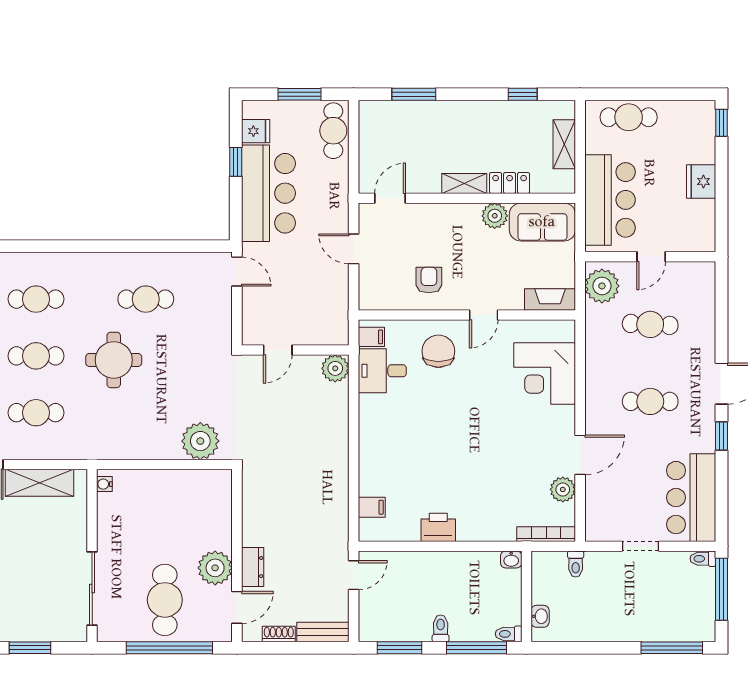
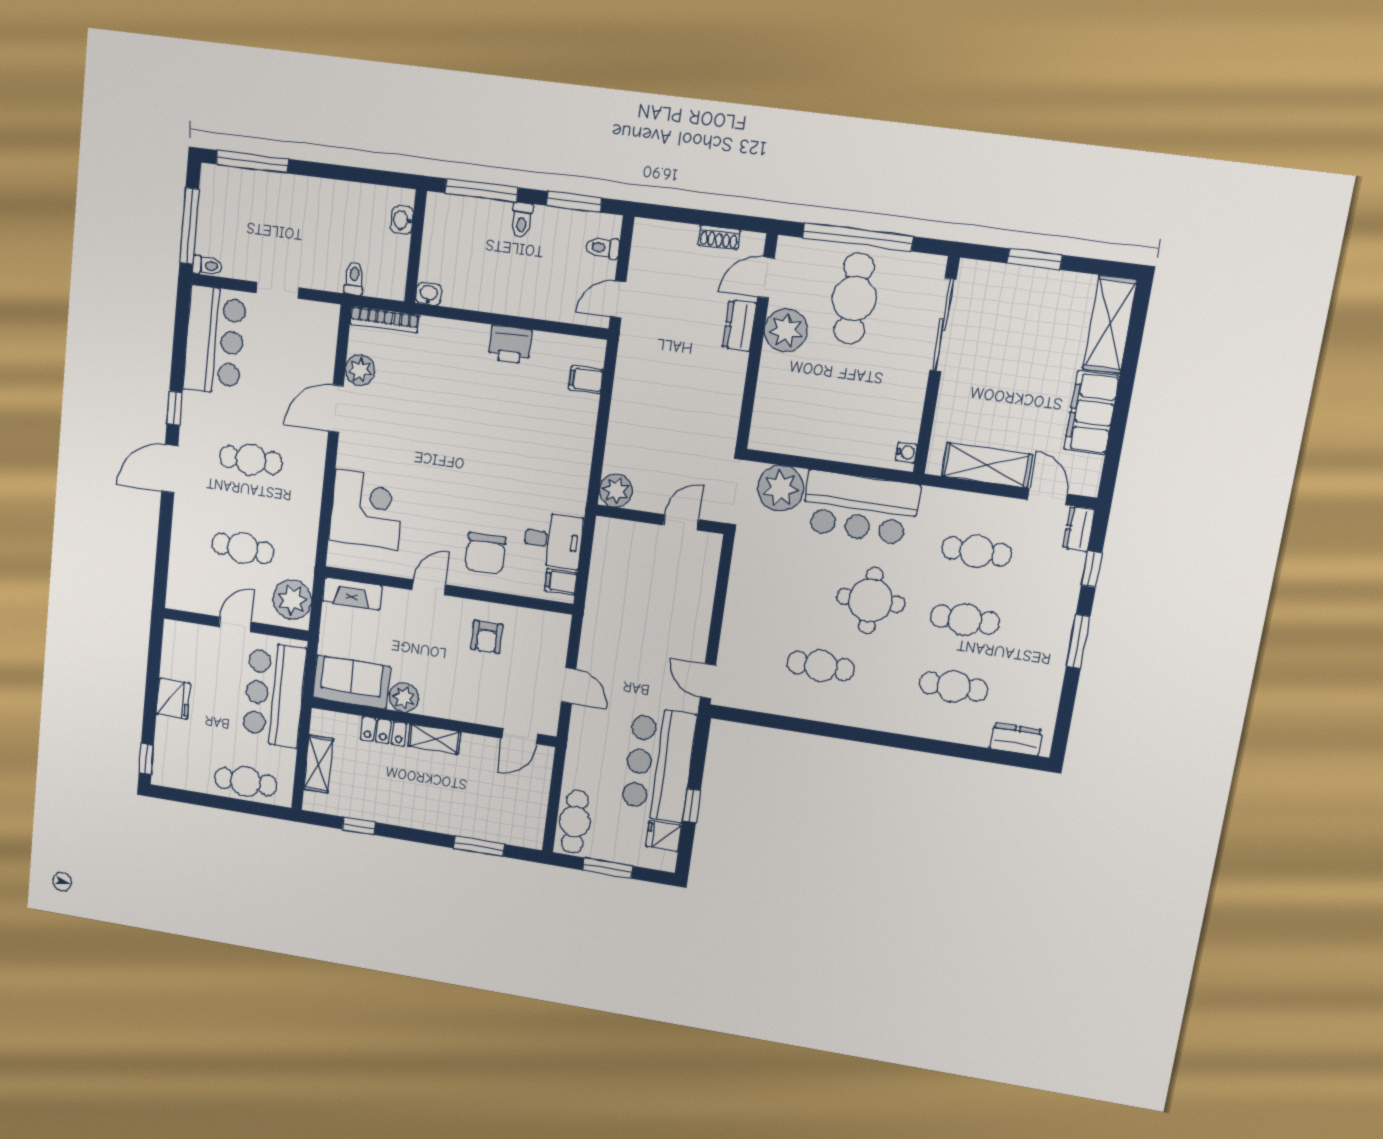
door: (278, 350) -> (681, 522), moved
wall: (295, 350) -> (660, 519), moved
plant: (335, 368) -> (616, 491), moved
bar counter: (134, 434) -> (860, 508), added
bench: (323, 632) -> (665, 233), removed
toilet: (509, 634) -> (603, 248), moved, turned 180

